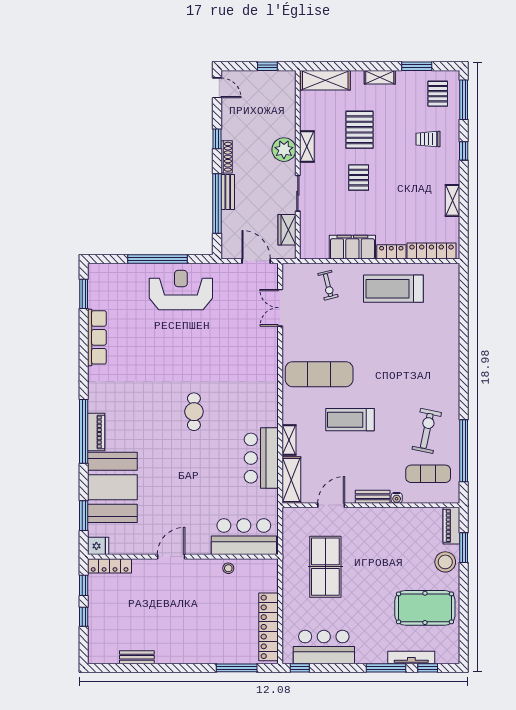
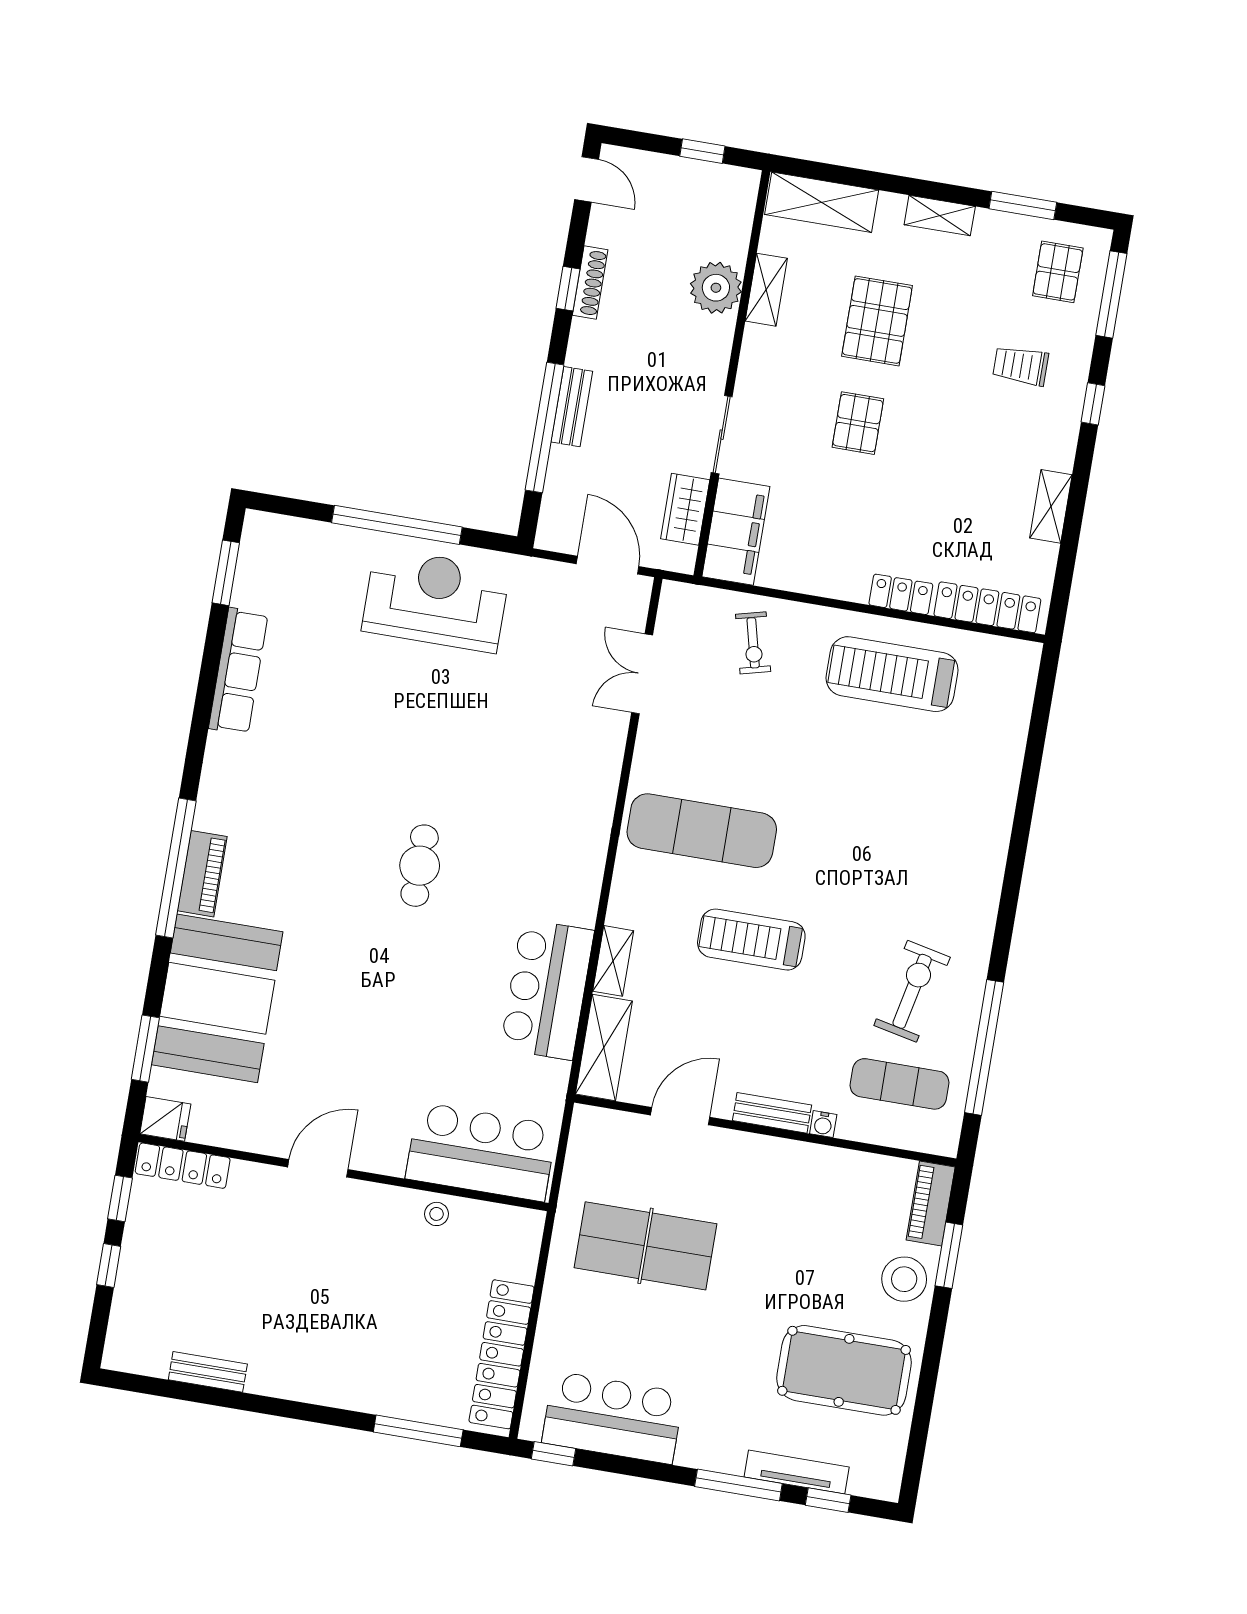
shelving: (307, 146) -> (766, 290), moved
plant: (284, 150) -> (716, 288), moved
shoe rack: (227, 157) -> (590, 283), moved
filing cabinet: (352, 247) -> (736, 532), moved, turned 90
table tennis table: (325, 567) -> (645, 1246), turned 90

